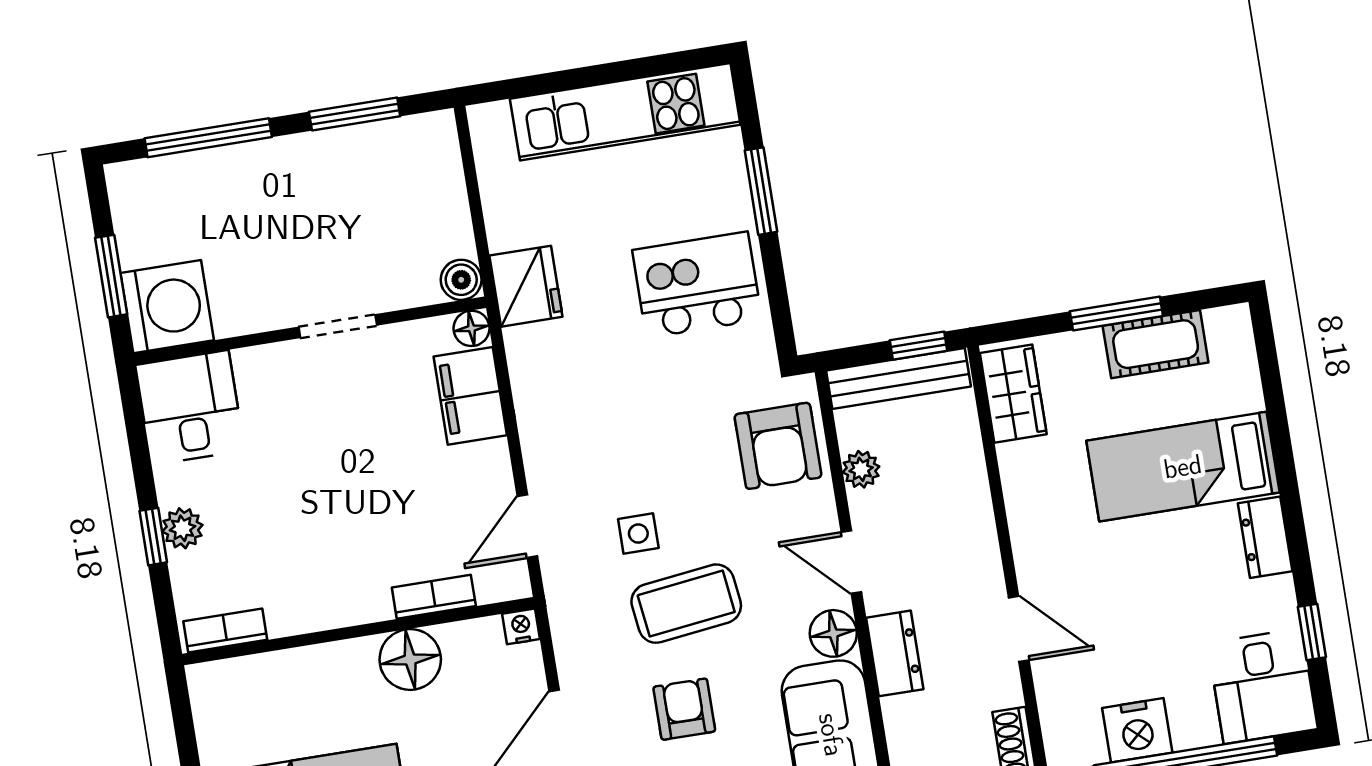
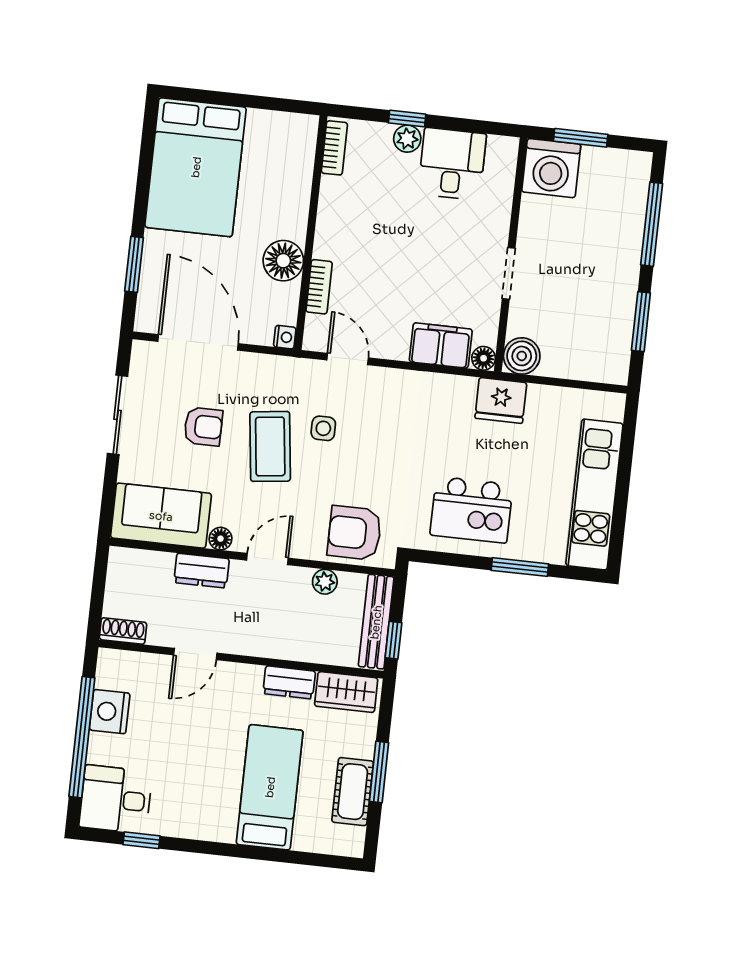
boiler: (461, 280) -> (522, 356), width x1.36, depth x1.36
kitchen island: (697, 285) -> (471, 510), turned 90
desk: (190, 408) -> (452, 164), moved, turned -90
dresser: (1265, 537) -> (289, 682), moved, turned 180
floor lamp: (833, 633) -> (221, 539), width x0.73, depth x0.73

